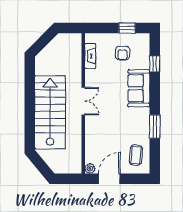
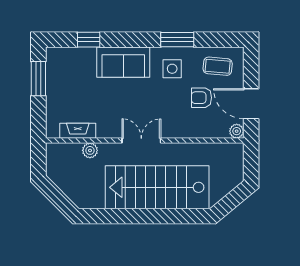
window: (127, 28) -> (38, 79), width x1.50
armchair: (123, 53) -> (202, 98), moved, turned 180
plant: (76, 65) -> (90, 150), added
side table: (134, 123) -> (172, 69), added

